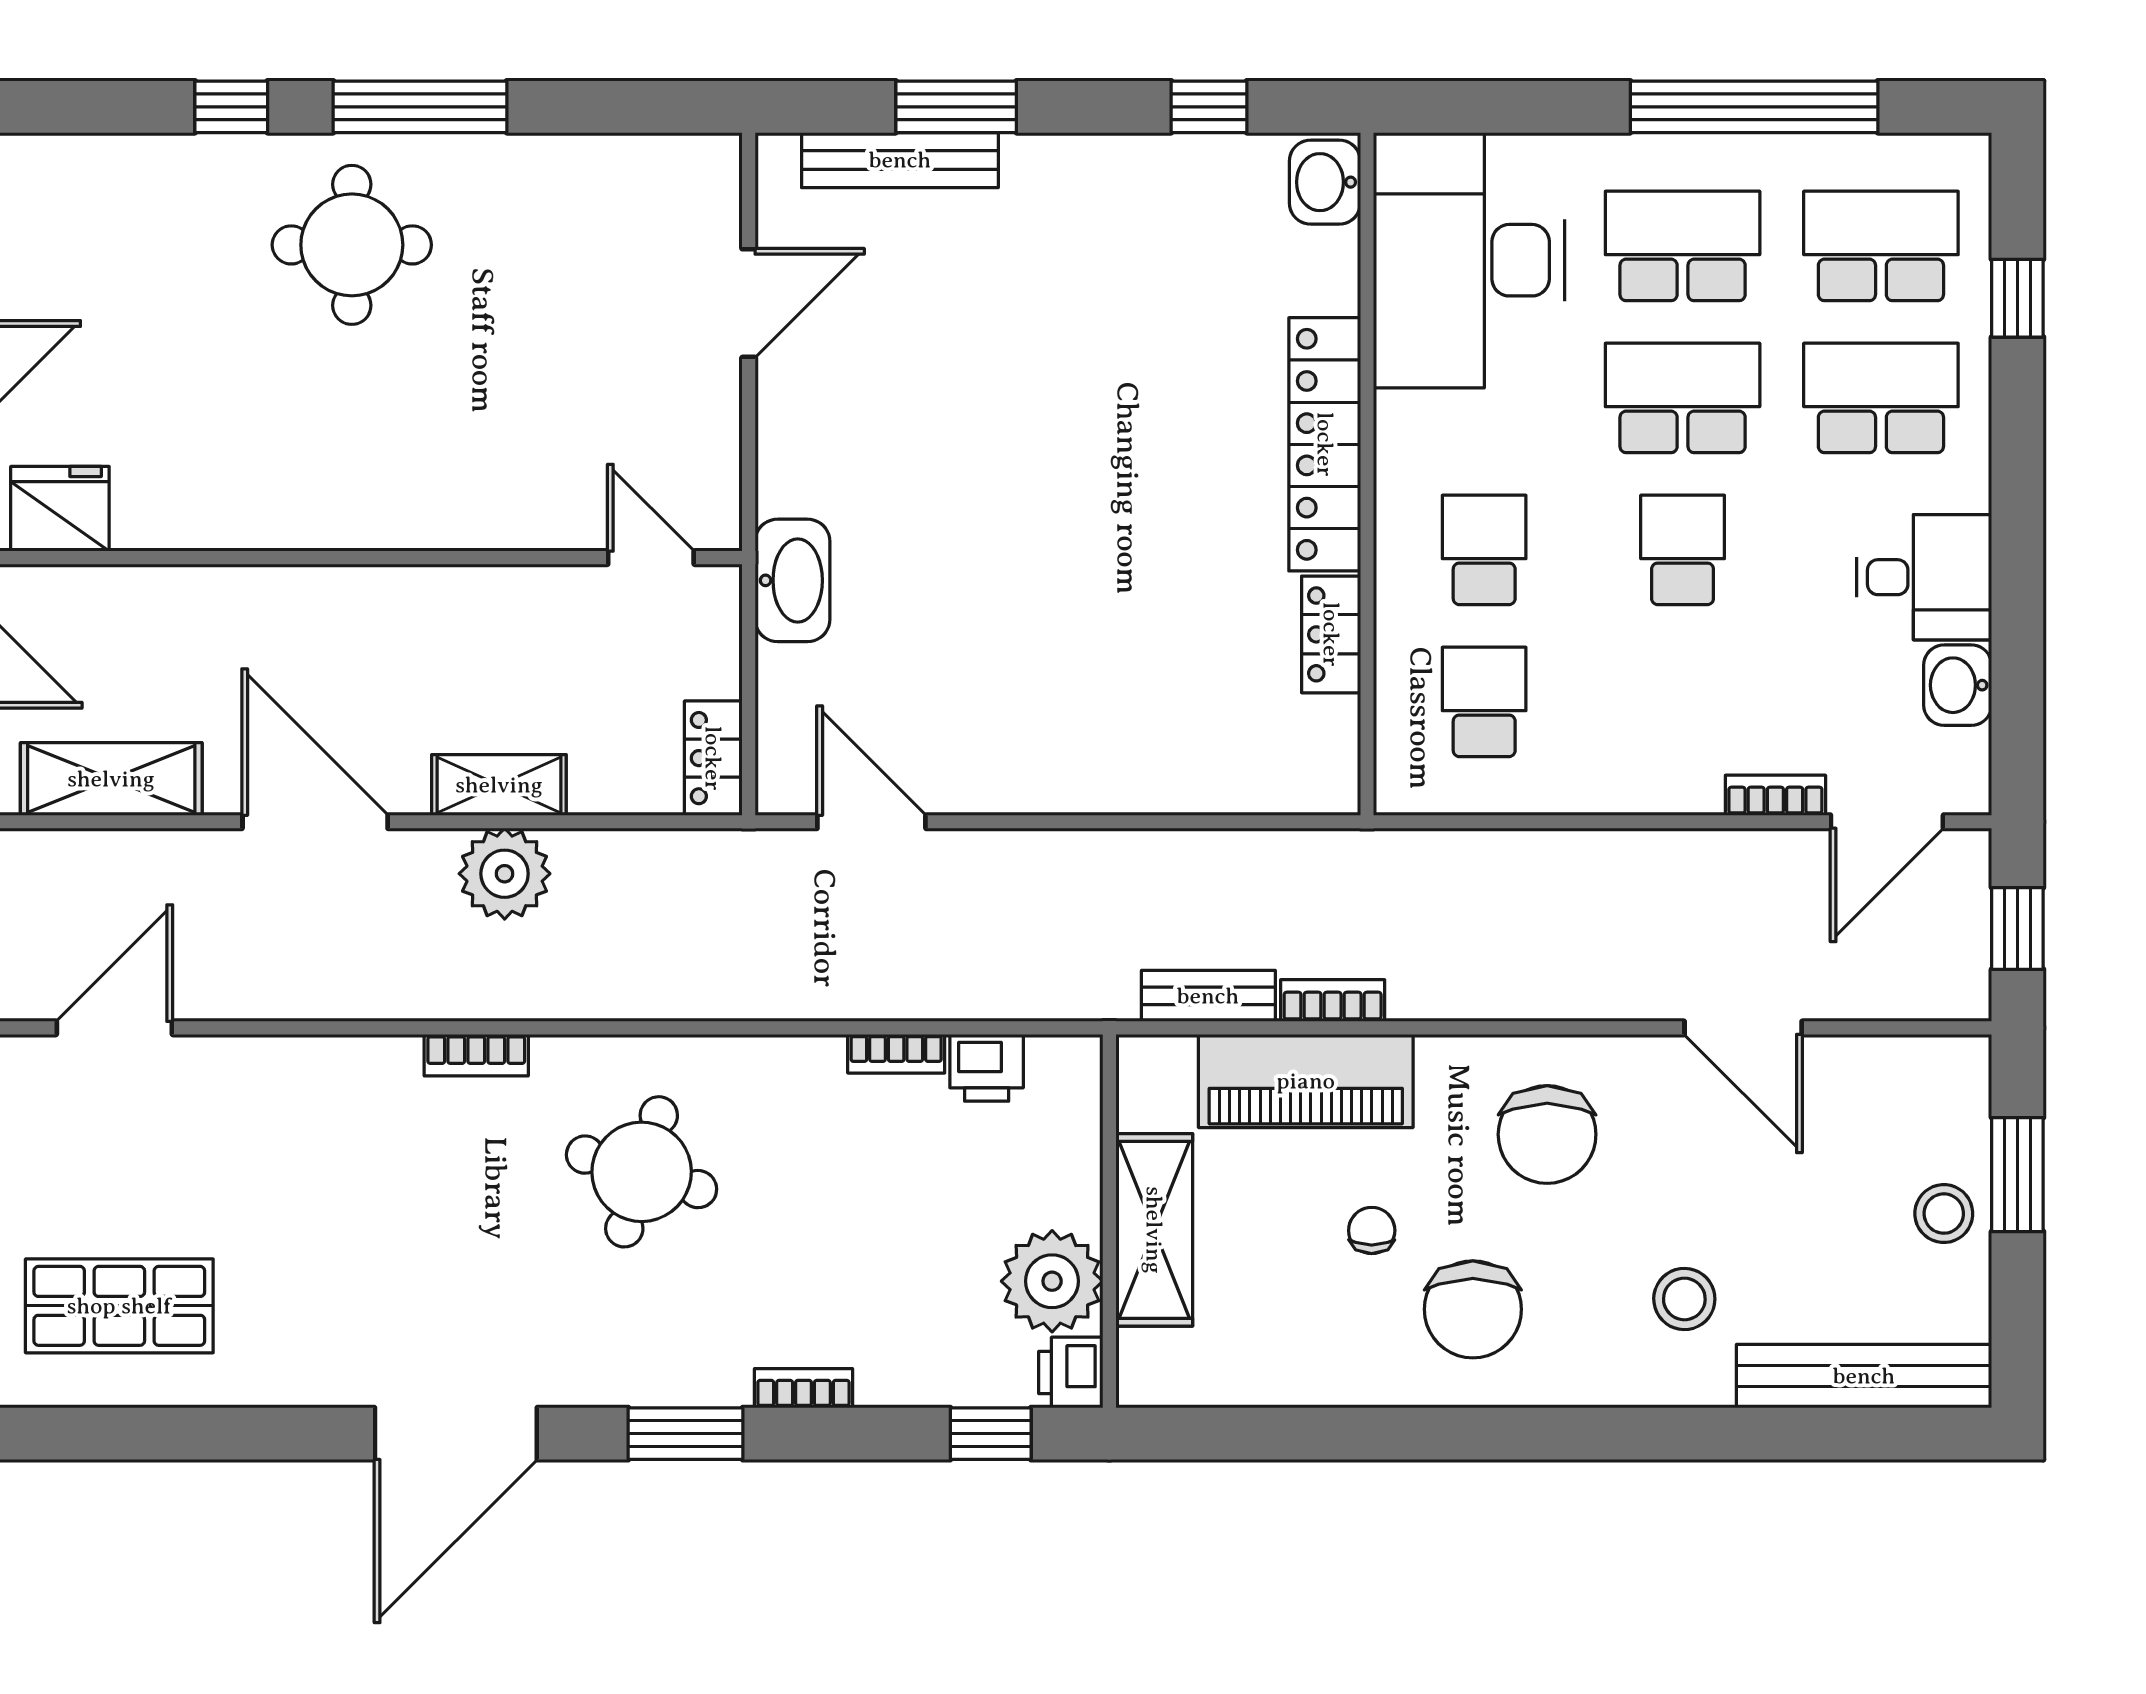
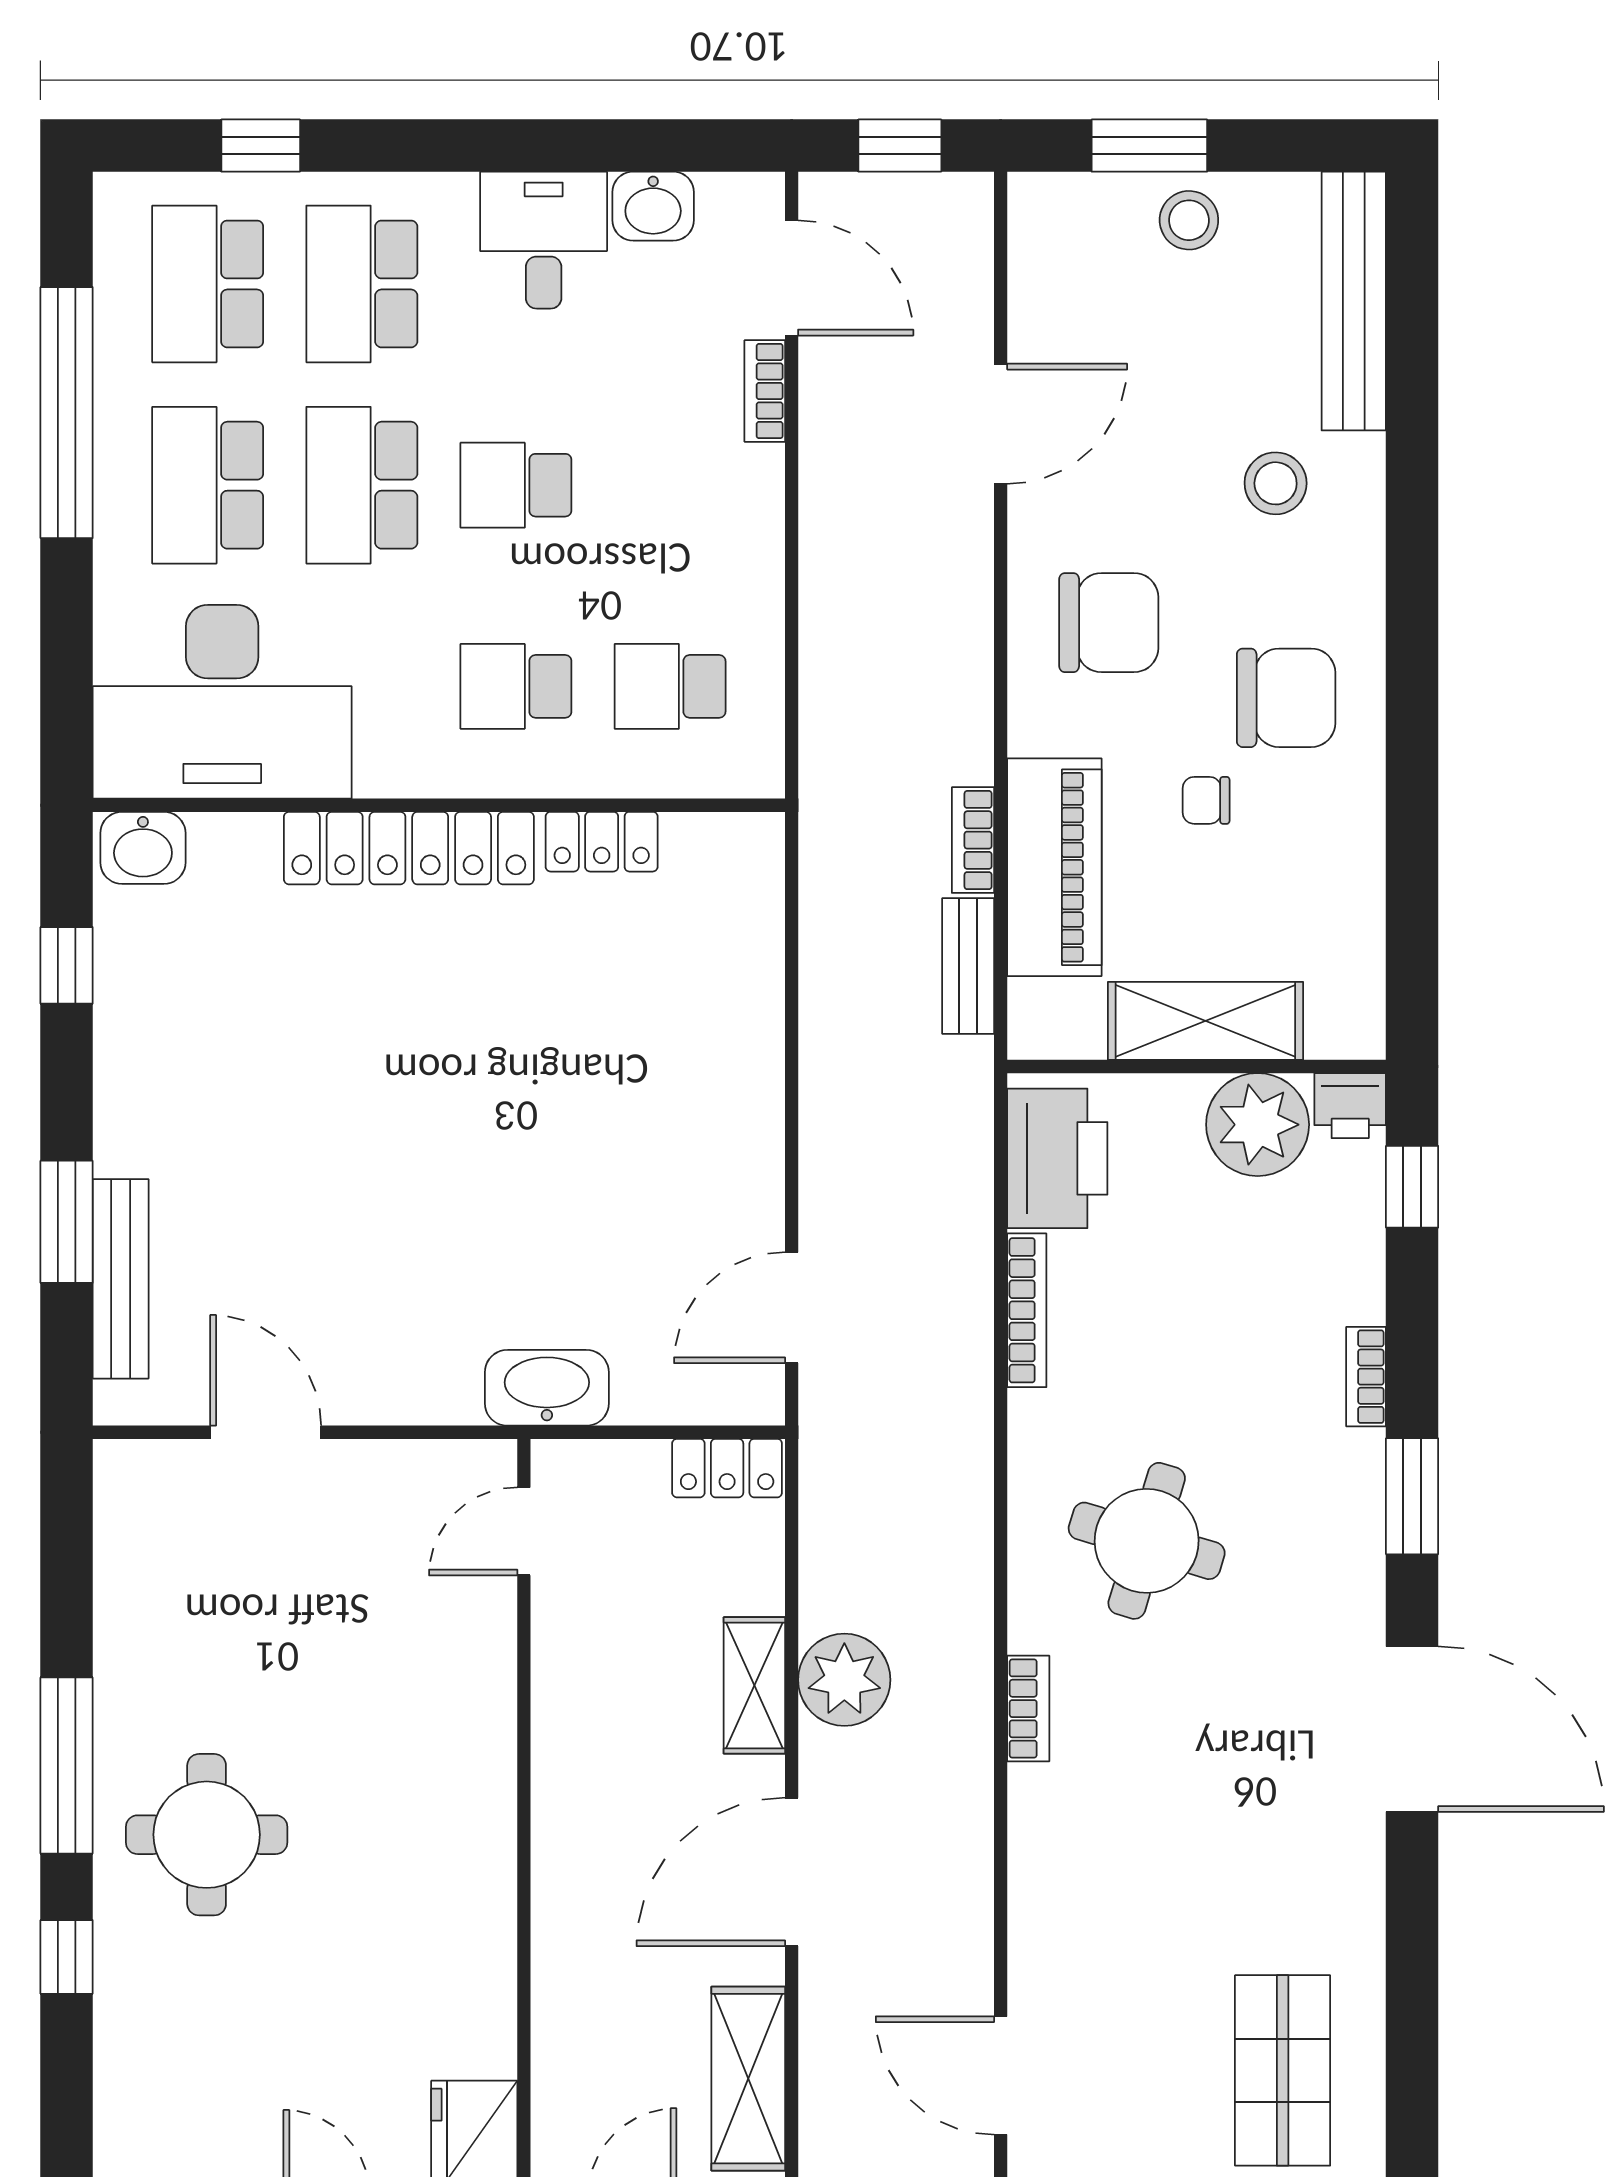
bookcase: (896, 1054) -> (1027, 1310), width x1.56
printer: (987, 1068) -> (1057, 1158), width x1.87, depth x1.48

